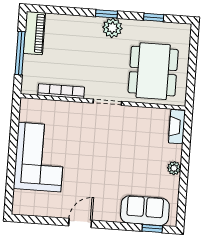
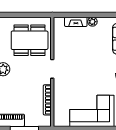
fireplace: (177, 127) -> (76, 22), moved

